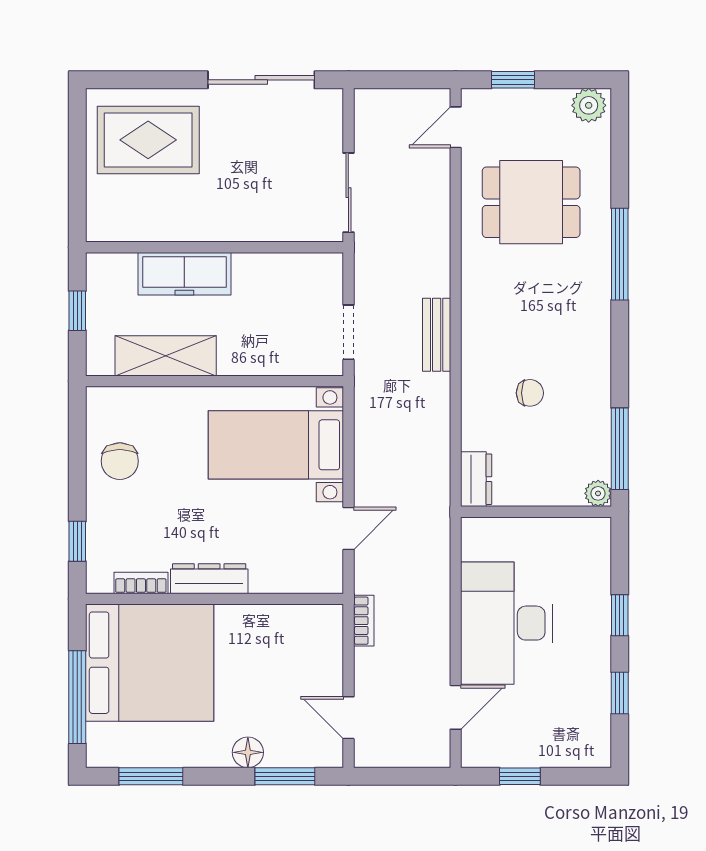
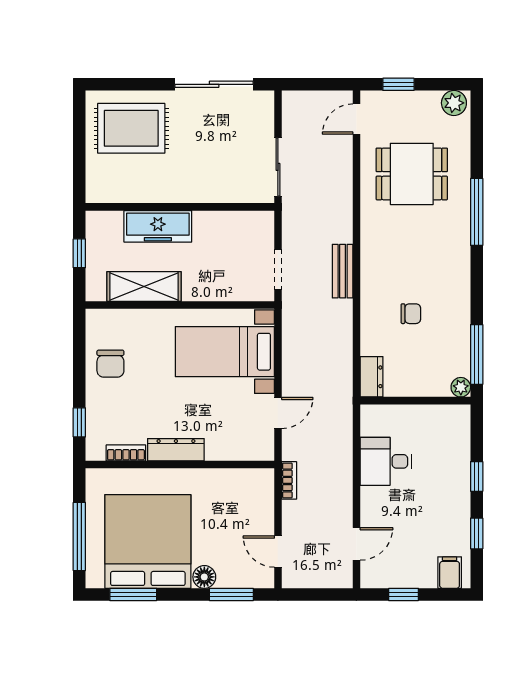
desk: (506, 623) -> (386, 461), width x0.53, depth x0.77
bed: (150, 663) -> (148, 541), moved, turned -90
filing cabinet: (583, 746) -> (450, 573), added

